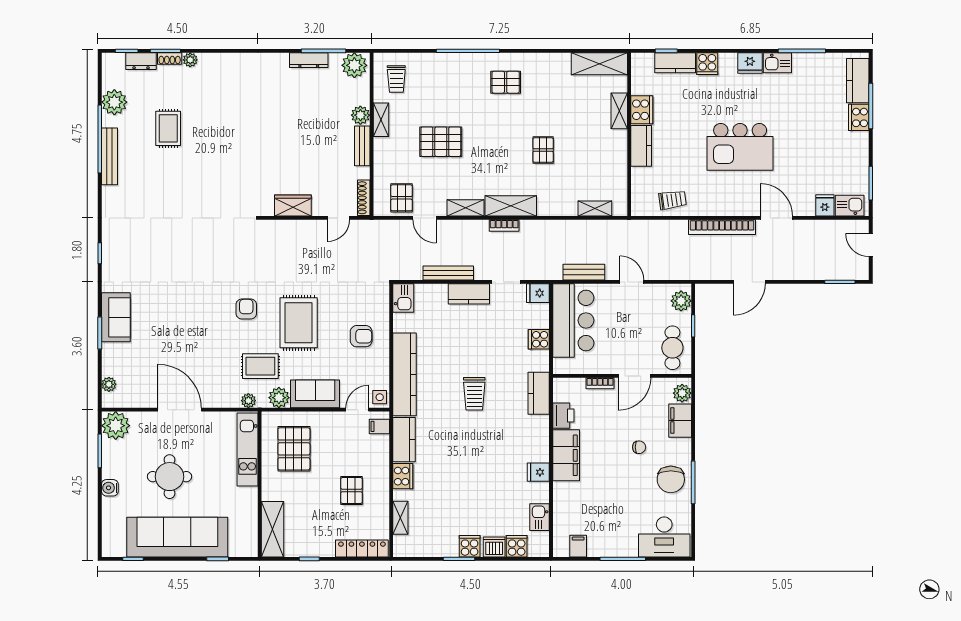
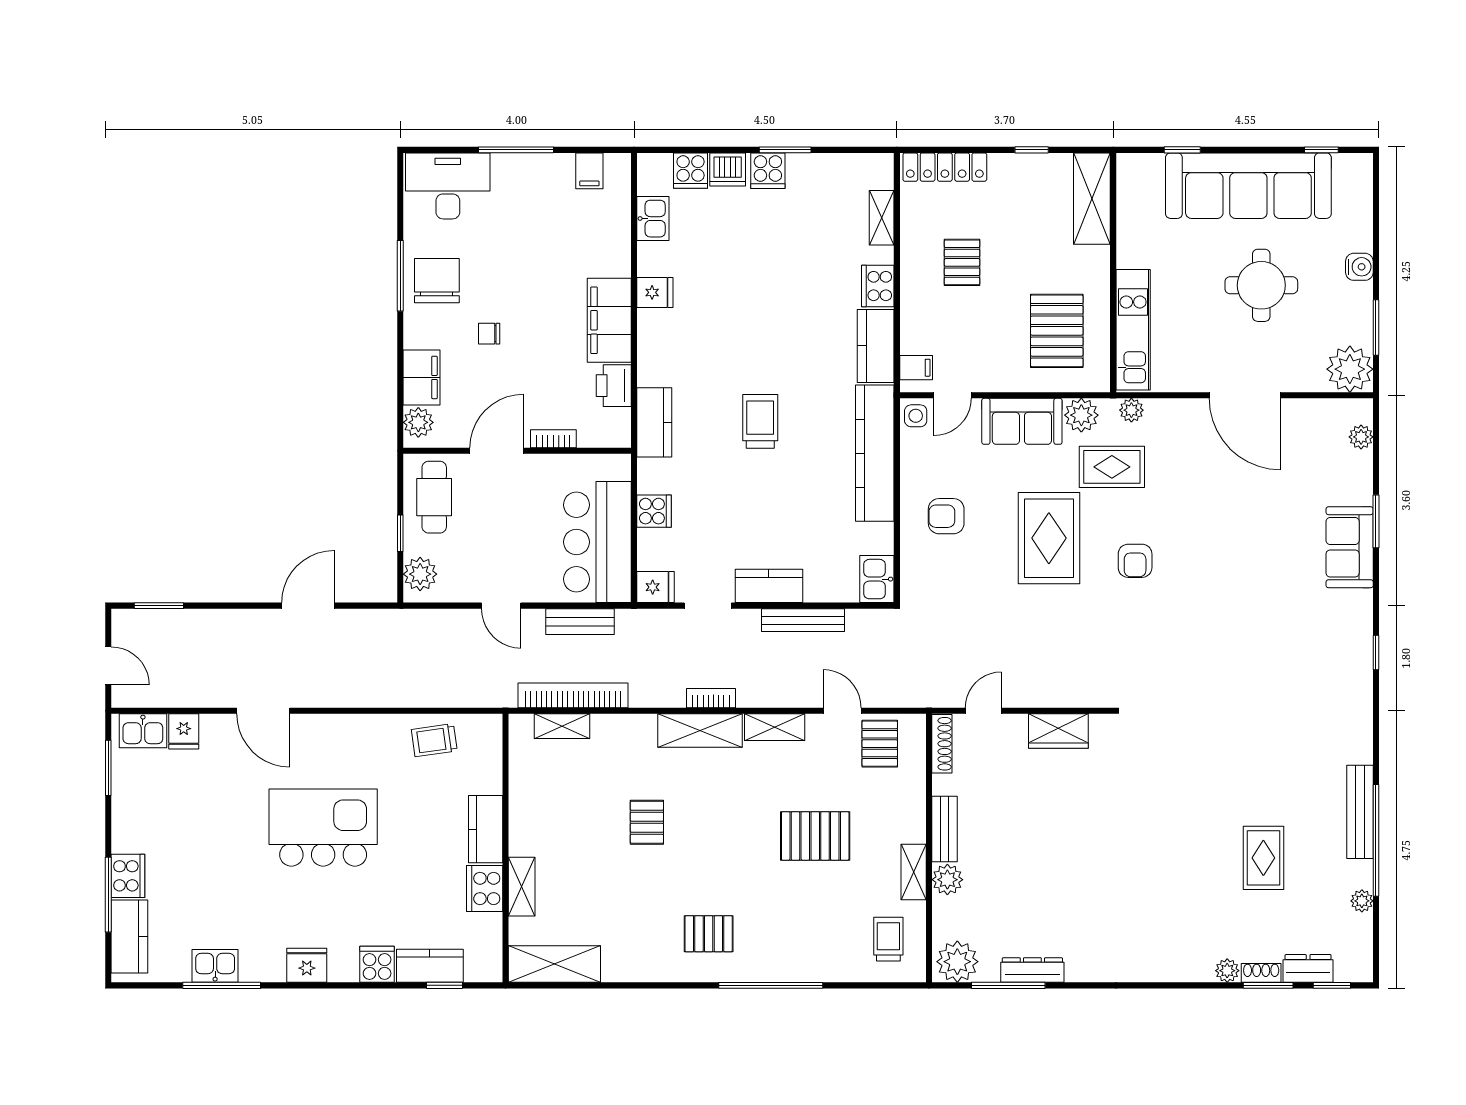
kitchen sink: (777, 63) -> (215, 966), moved
plant: (114, 102) -> (1362, 901), width x0.53, depth x0.53
bookcase: (722, 227) -> (573, 695), moved

